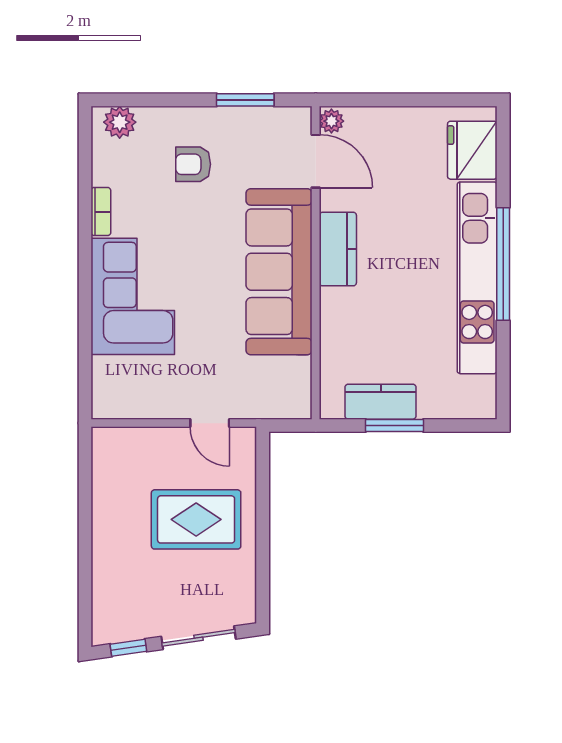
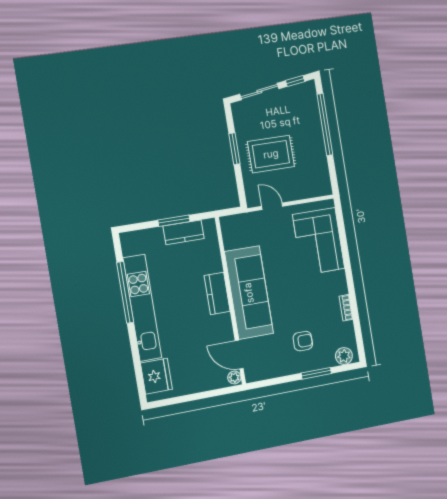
window: (245, 100) -> (316, 373), moved
kitchen counter: (338, 249) -> (217, 293), moved
window: (503, 264) -> (125, 292), moved
corner sofa: (133, 296) -> (319, 241), moved
window: (263, 540) -> (234, 149), added
window: (85, 559) -> (325, 125), added

